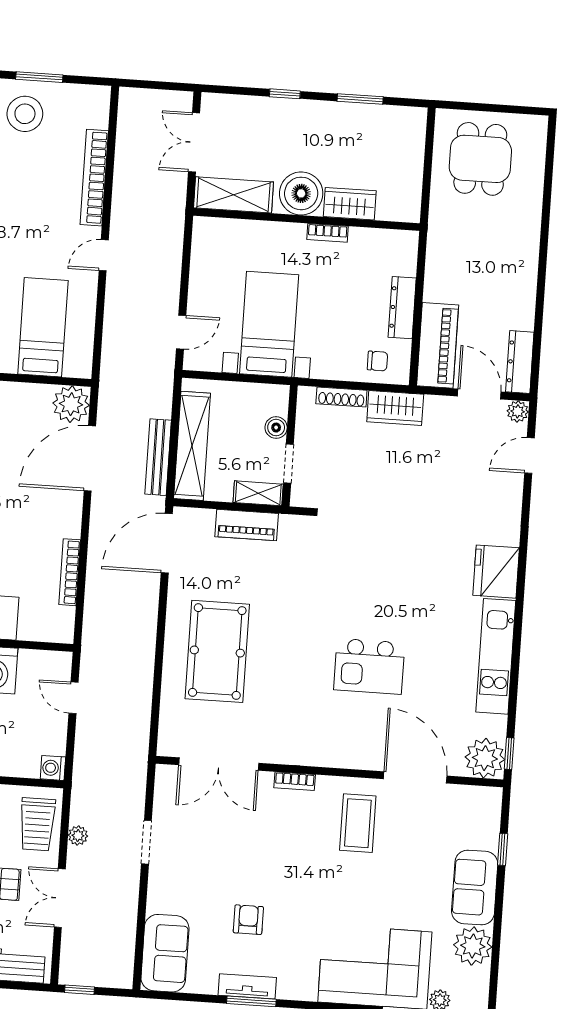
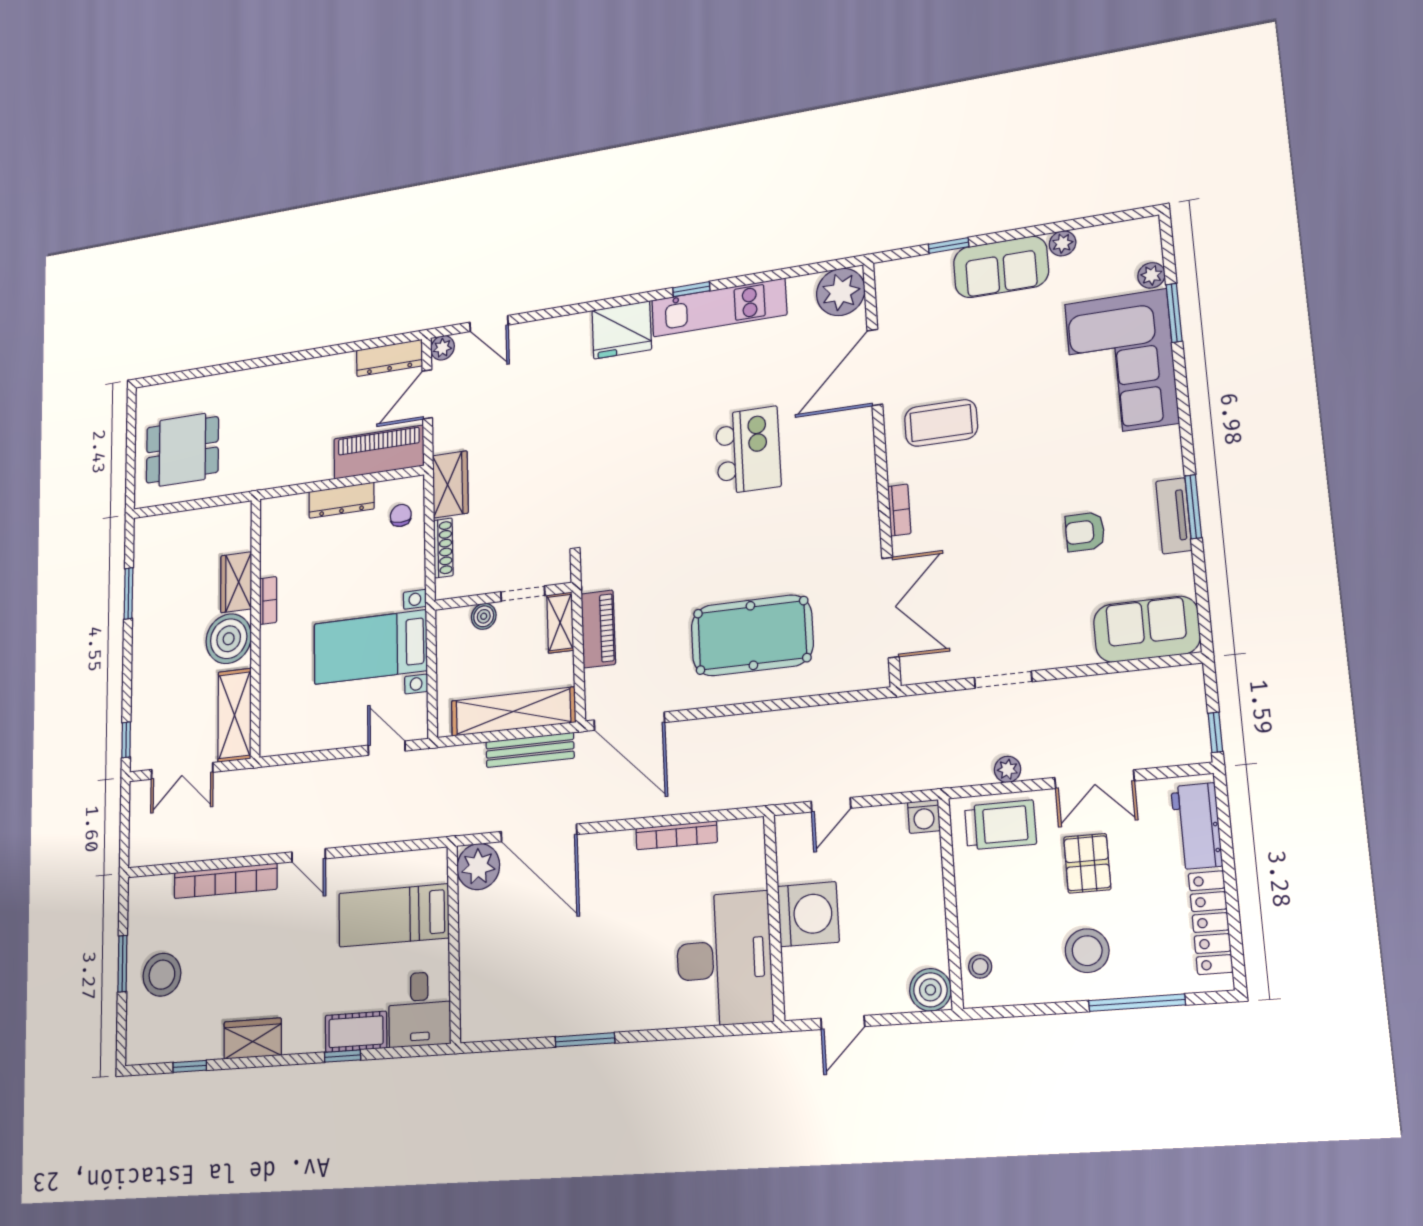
window: (285, 94) -> (126, 740), moved
window: (509, 754) -> (691, 289), moved
plant: (473, 946) -> (1063, 243), width x0.53, depth x0.53

